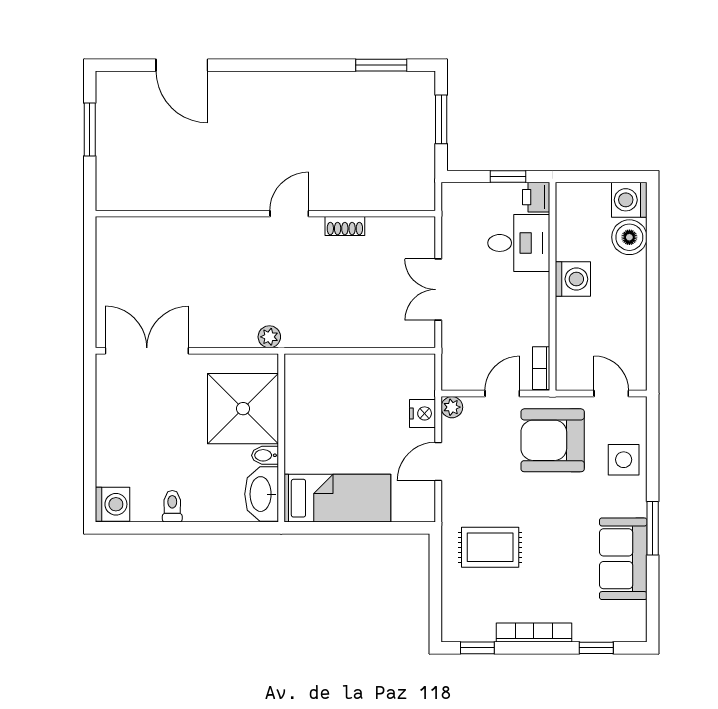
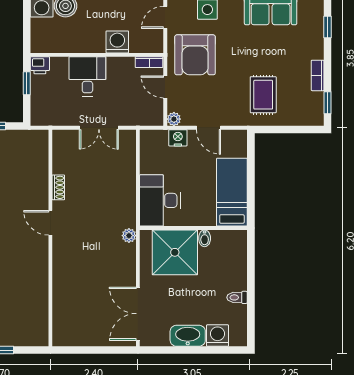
desk: (519, 243) -> (87, 76), moved
washing machine: (573, 279) -> (117, 42), moved
desk: (324, 385) -> (160, 200), added
washbasin: (262, 494) -> (188, 336), moved, turned 180
washing machine: (113, 504) -> (218, 336), moved
bookcase: (534, 633) -> (318, 75), width x0.64

